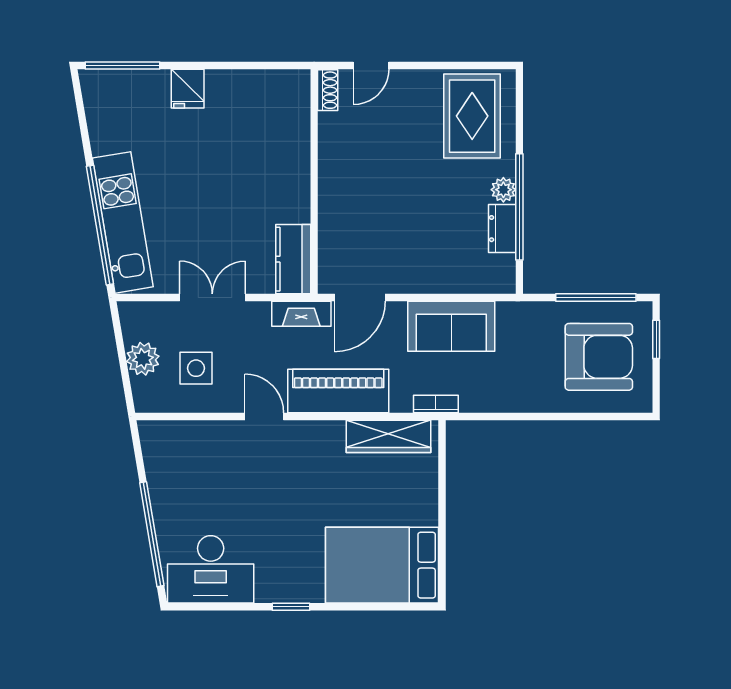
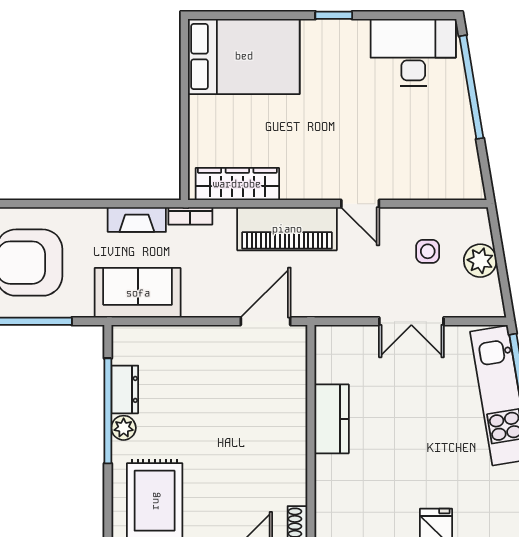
kitchen counter: (293, 259) -> (332, 419), moved
fireplace: (301, 314) -> (137, 220), moved, turned 180
sofa: (451, 326) -> (138, 293), moved
side table: (196, 368) -> (428, 251), width x0.73, depth x0.73

